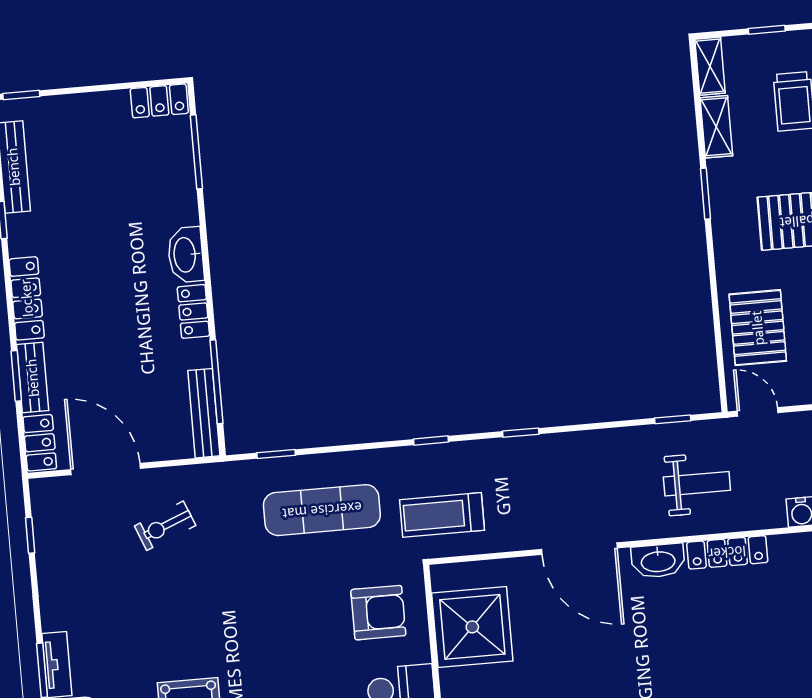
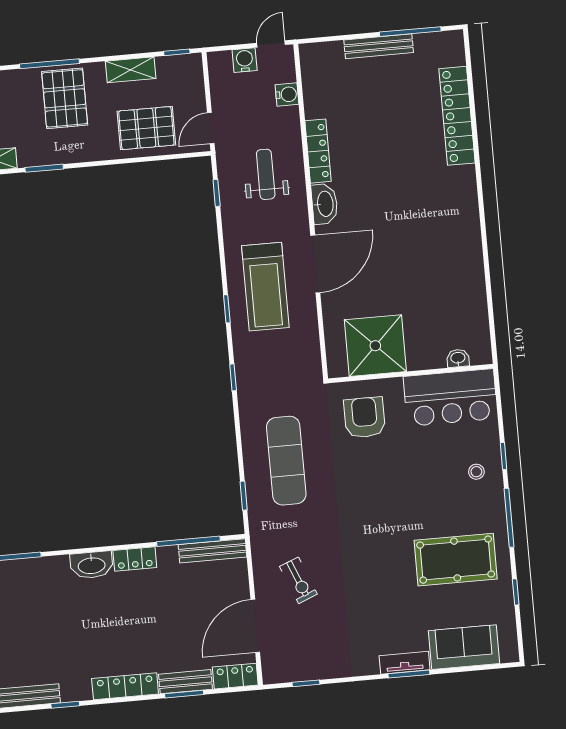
treadmill: (442, 515) -> (265, 287), moved, width x1.37, depth x1.38

